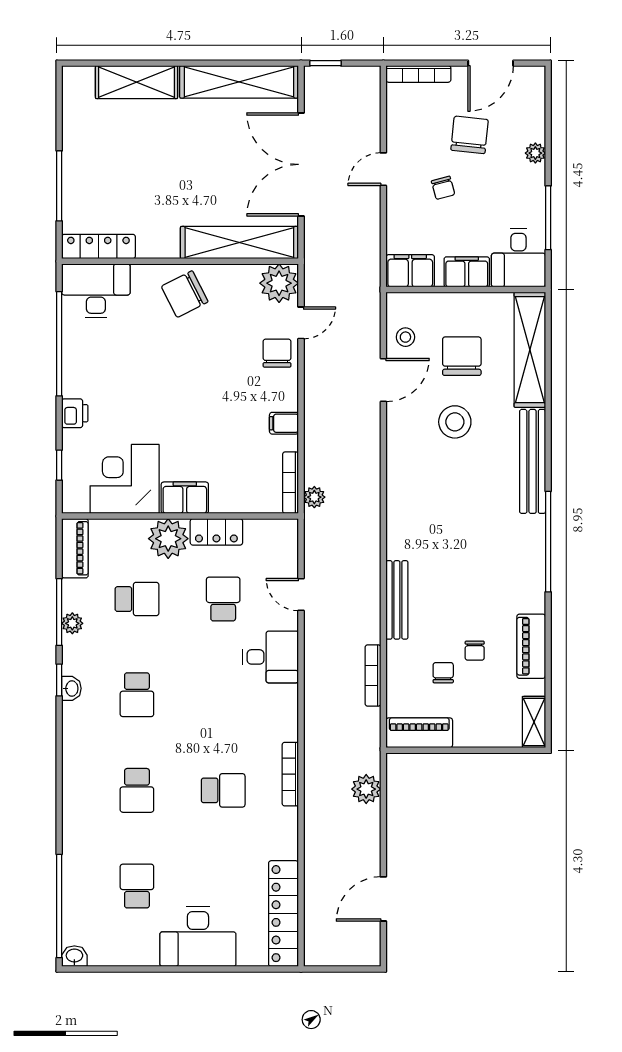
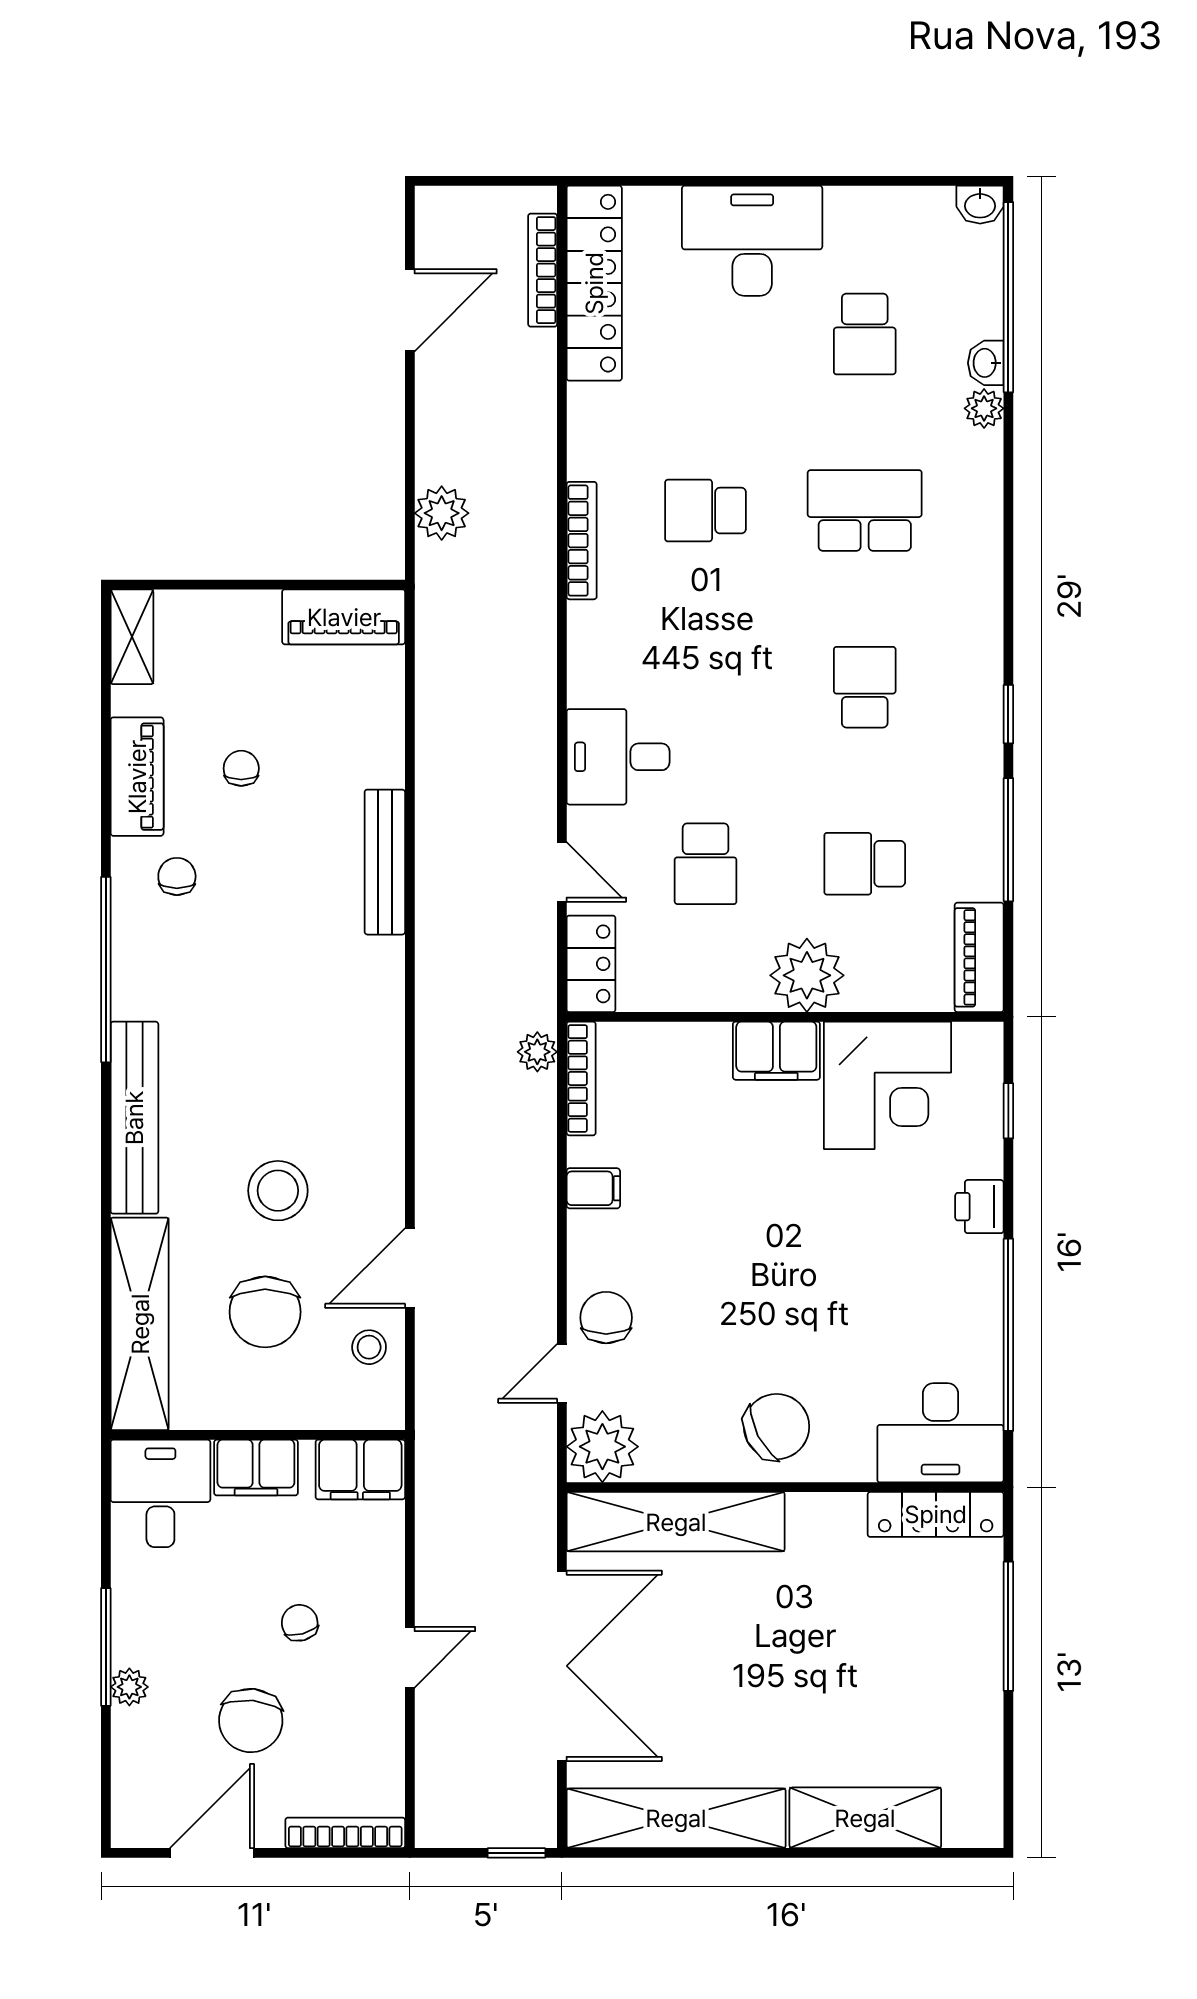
window: (548, 218) -> (106, 1647), moved
chair: (277, 353) -> (606, 1318), turned 180
locker: (216, 532) -> (591, 964), moved, turned 90
plant: (72, 623) -> (984, 408), moved
chair: (443, 673) -> (177, 876), moved, turned 180
bookcase: (373, 676) -> (543, 270), moved, turned 180
washbasin: (71, 688) -> (986, 363), moved
school desk: (137, 790) -> (865, 511), width x1.85

